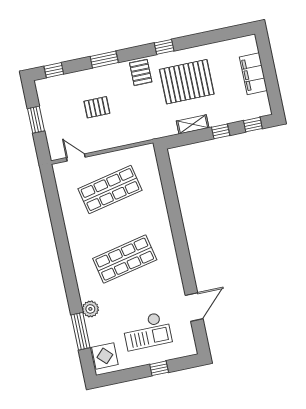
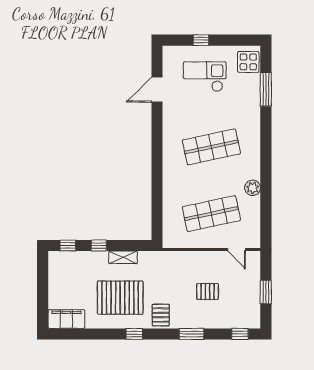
filing cabinet: (253, 74) -> (66, 319), moved, turned -90
plant: (90, 309) -> (253, 188), moved

